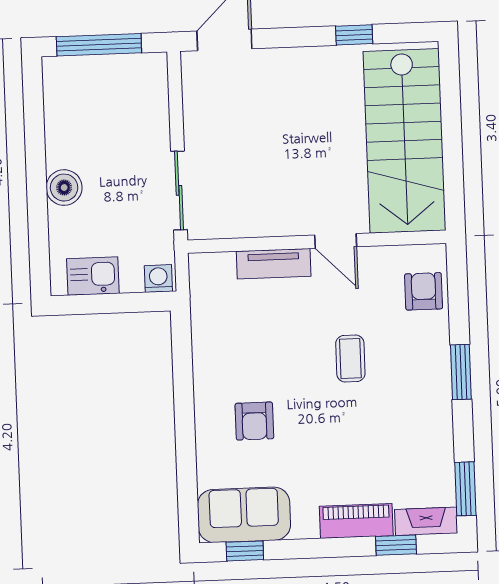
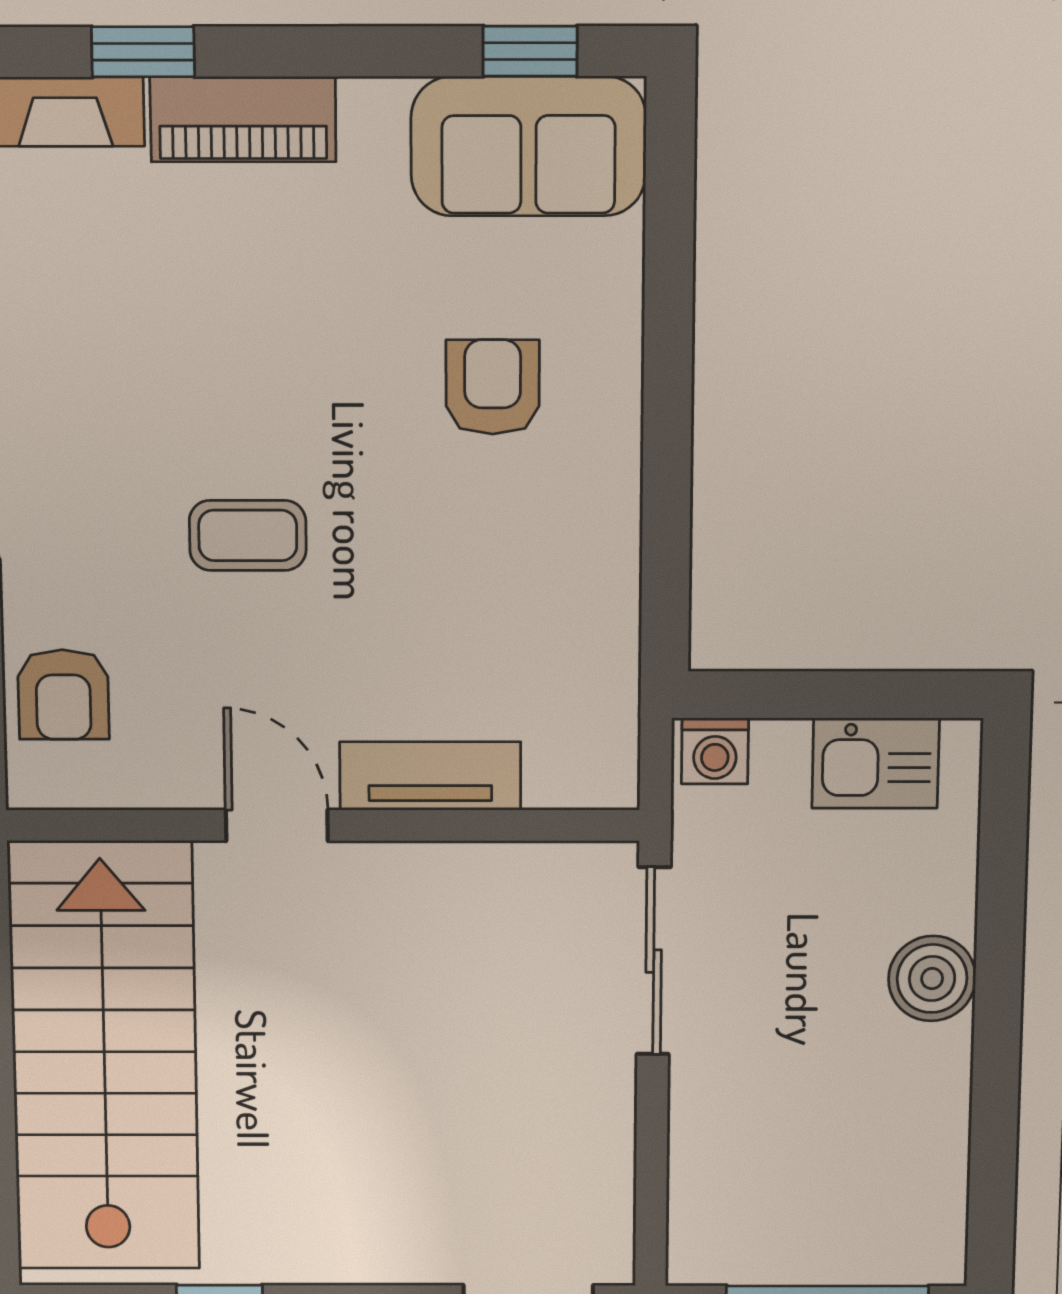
coffee table: (350, 359) -> (248, 535), turned 90

